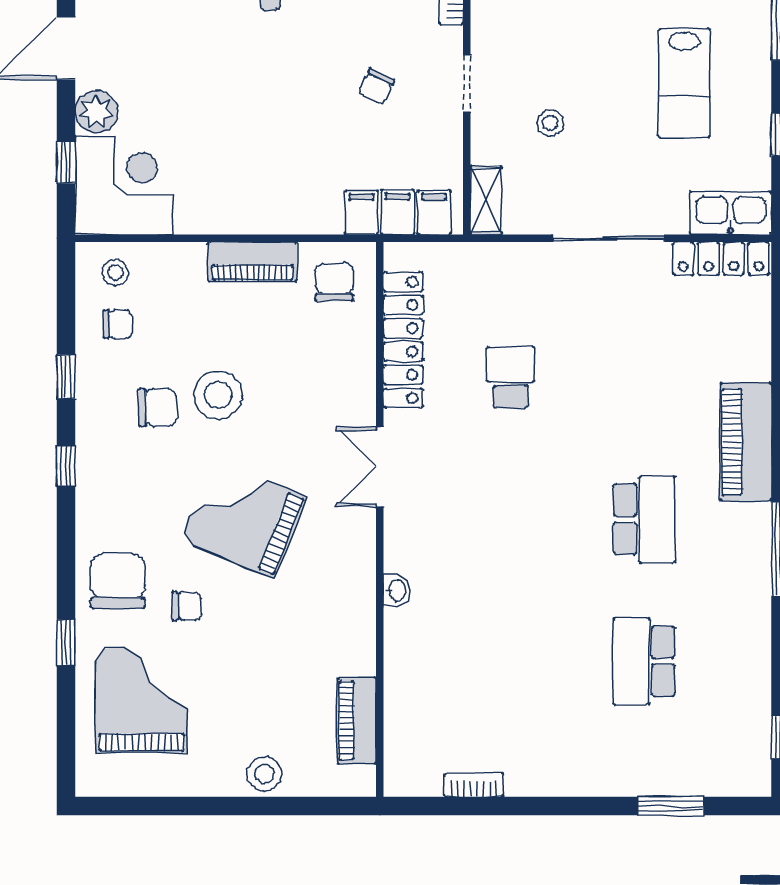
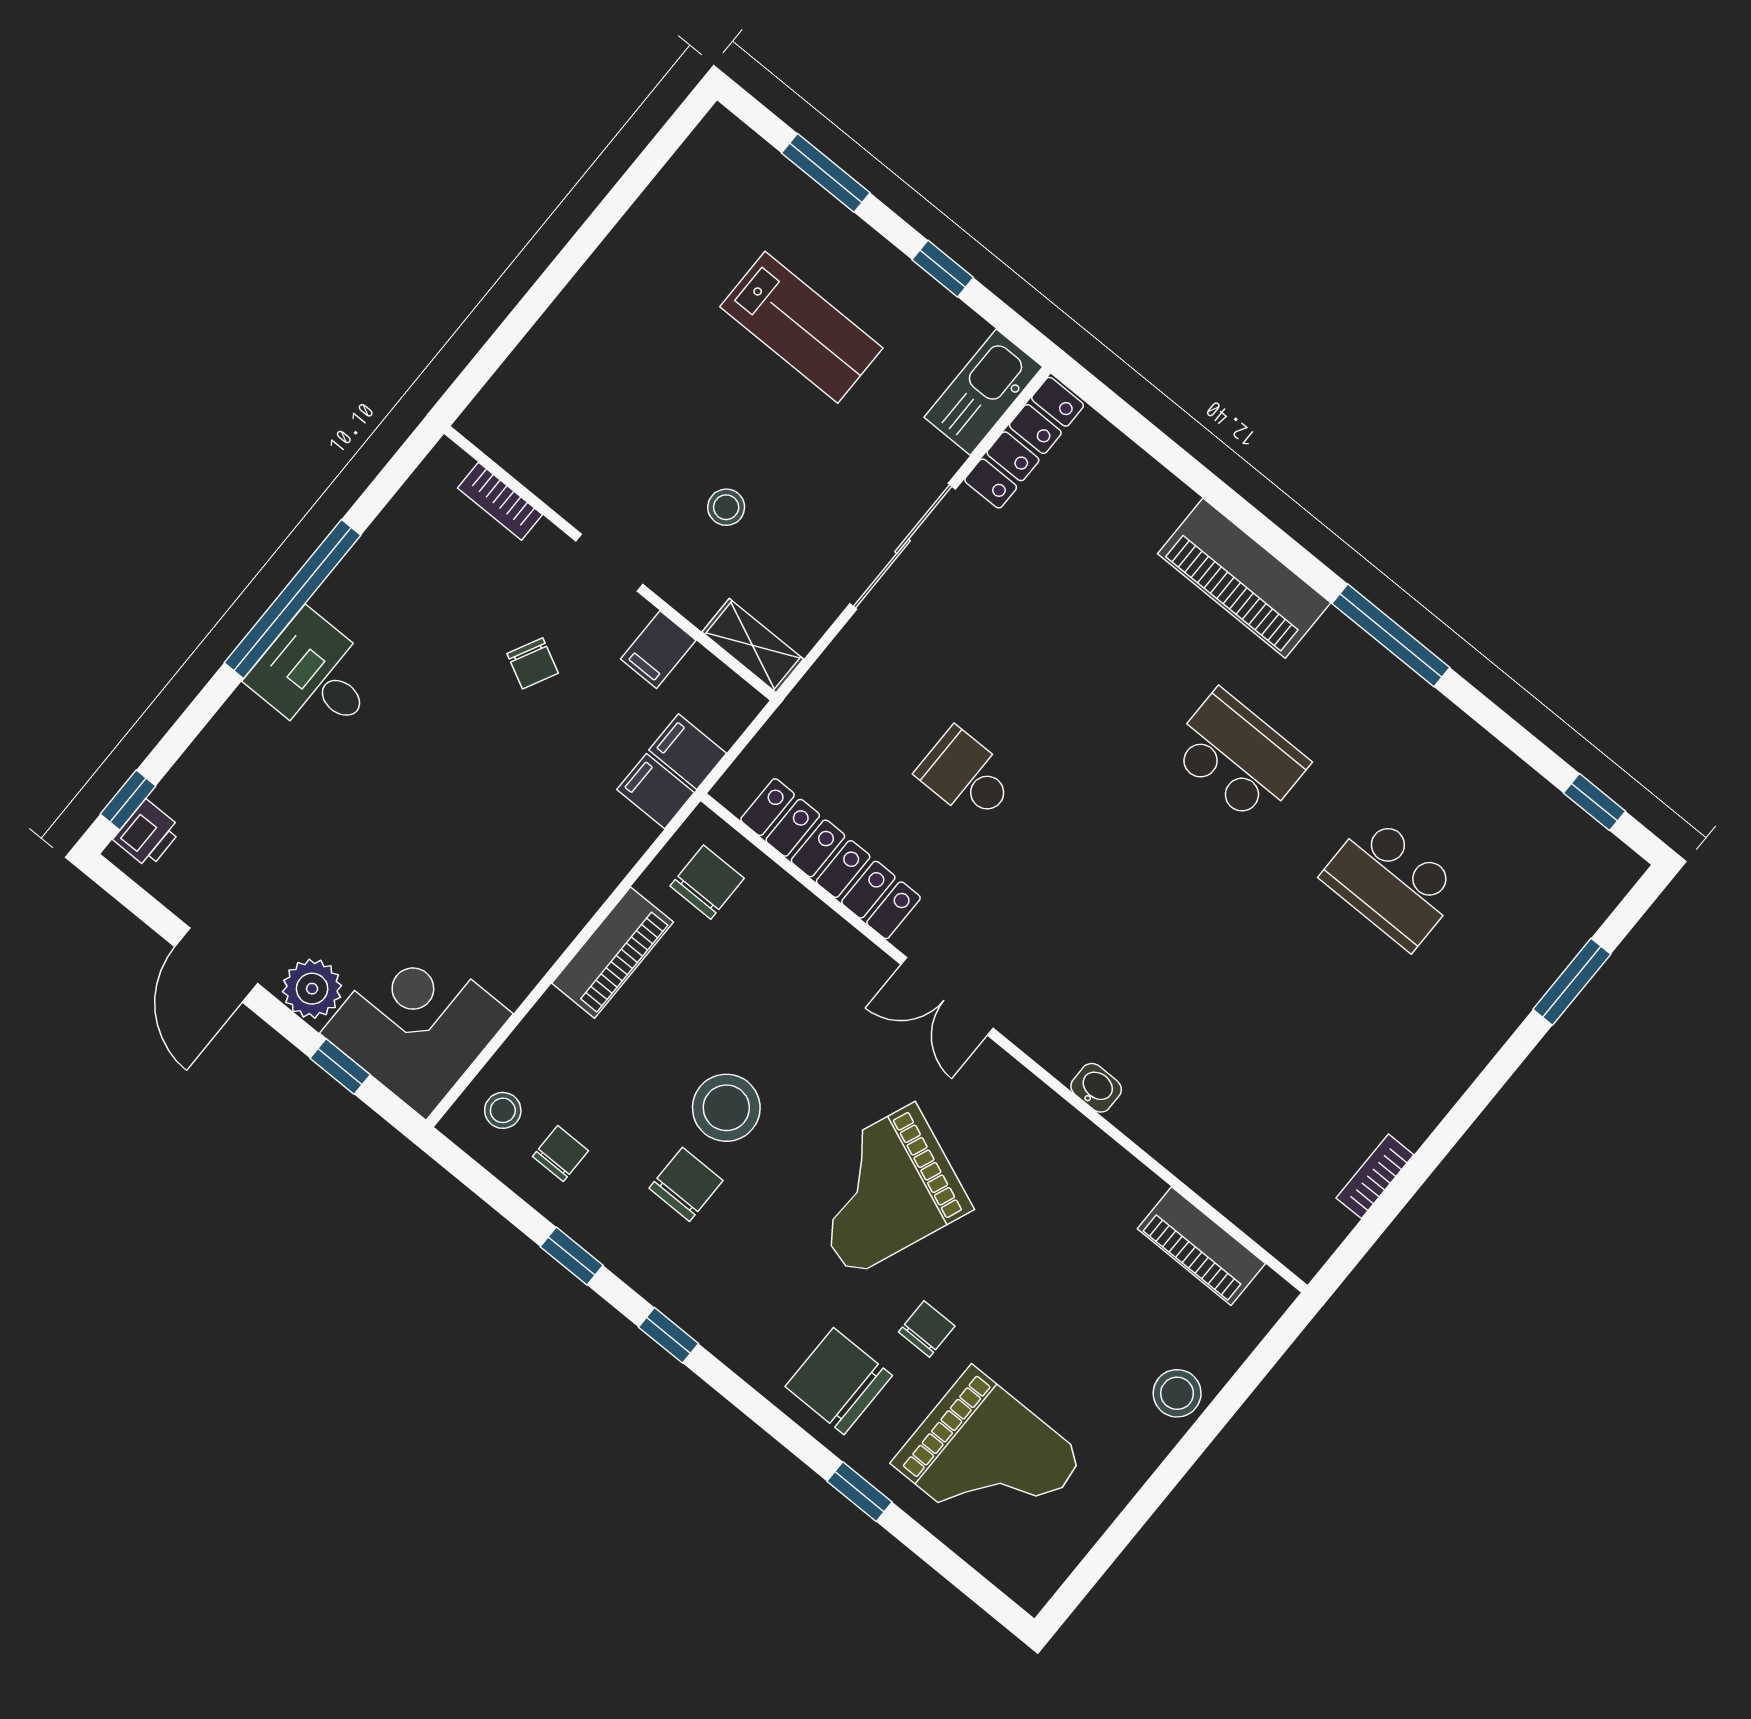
filing cabinet: (434, 212) -> (658, 650), moved, turned -90
chair: (334, 282) -> (707, 882), turned 90
grand piano: (142, 700) -> (988, 1460), turned 180

